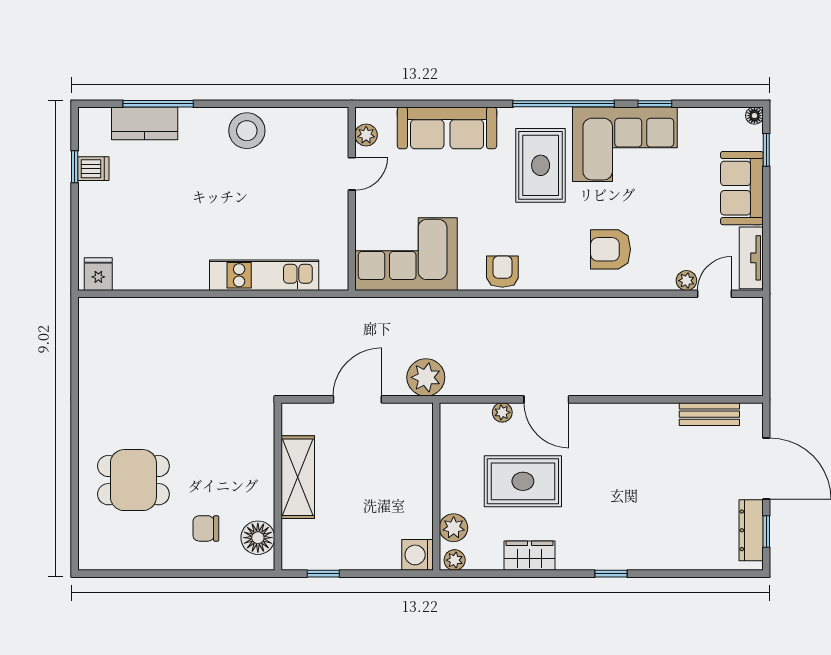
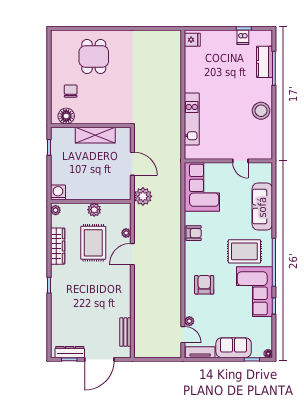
plant: (366, 135) -> (259, 168), removed
plant: (454, 528) -> (94, 210), moved
wardrobe: (530, 556) -> (58, 246), width x1.50

